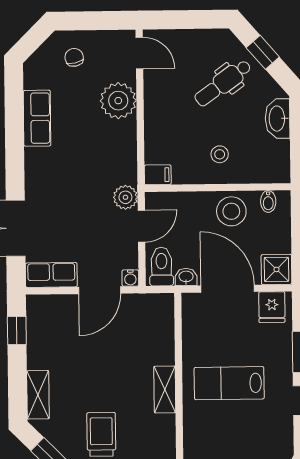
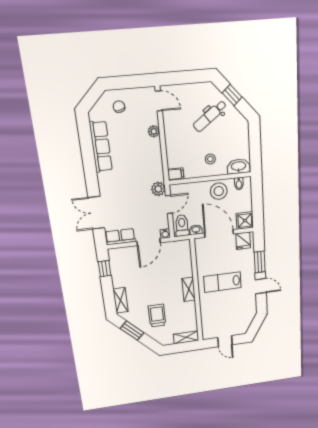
plant: (118, 101) -> (154, 131), width x0.53, depth x0.53
row of seats: (37, 118) -> (101, 147), width x1.48
washbasin: (278, 119) -> (239, 166), moved, turned 90

